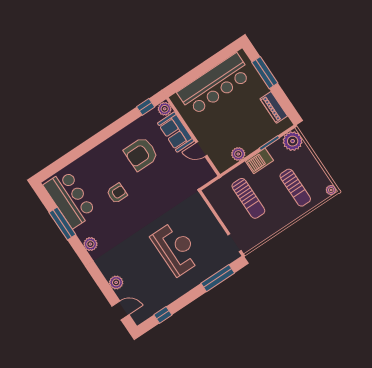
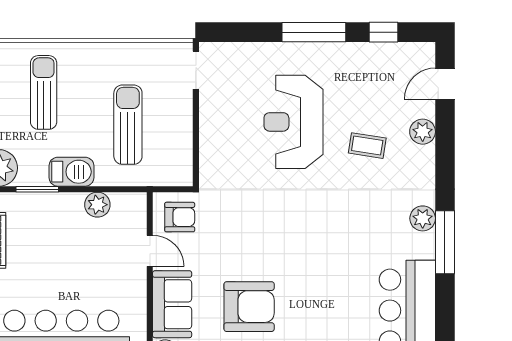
armchair: (117, 193) -> (180, 217), moved, turned 180
window: (62, 224) -> (445, 242), moved
coffee table: (136, 260) -> (367, 146), added
window: (218, 278) -> (314, 32), moved
door: (120, 310) -> (445, 84), hinge flipped

